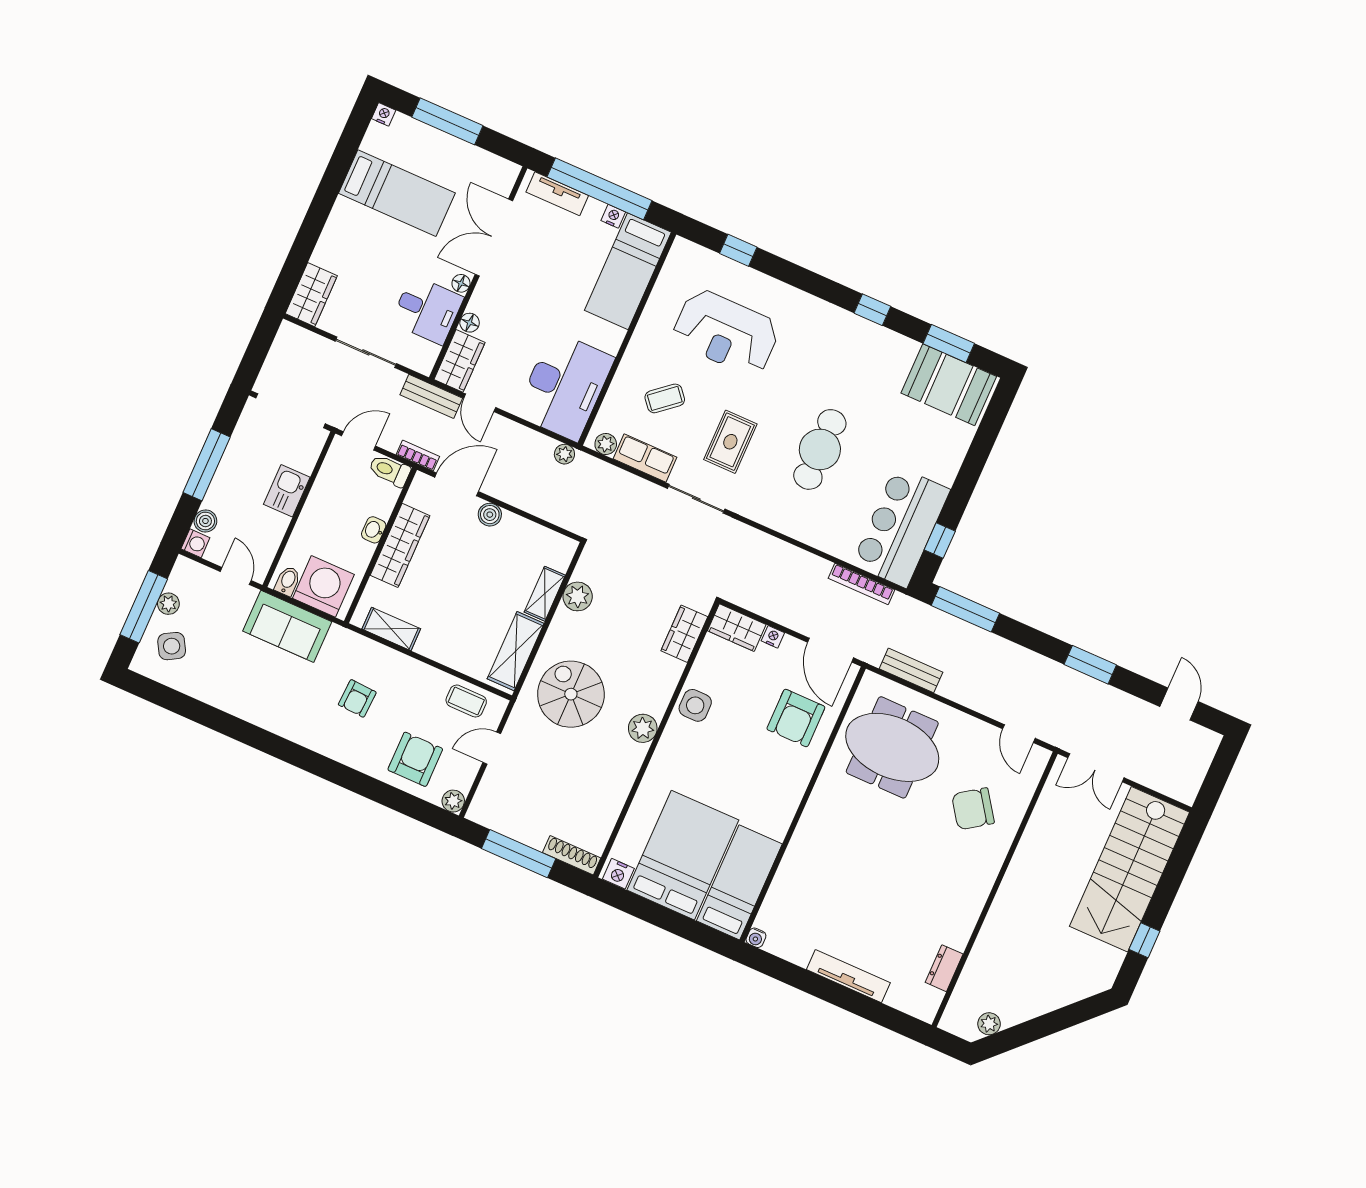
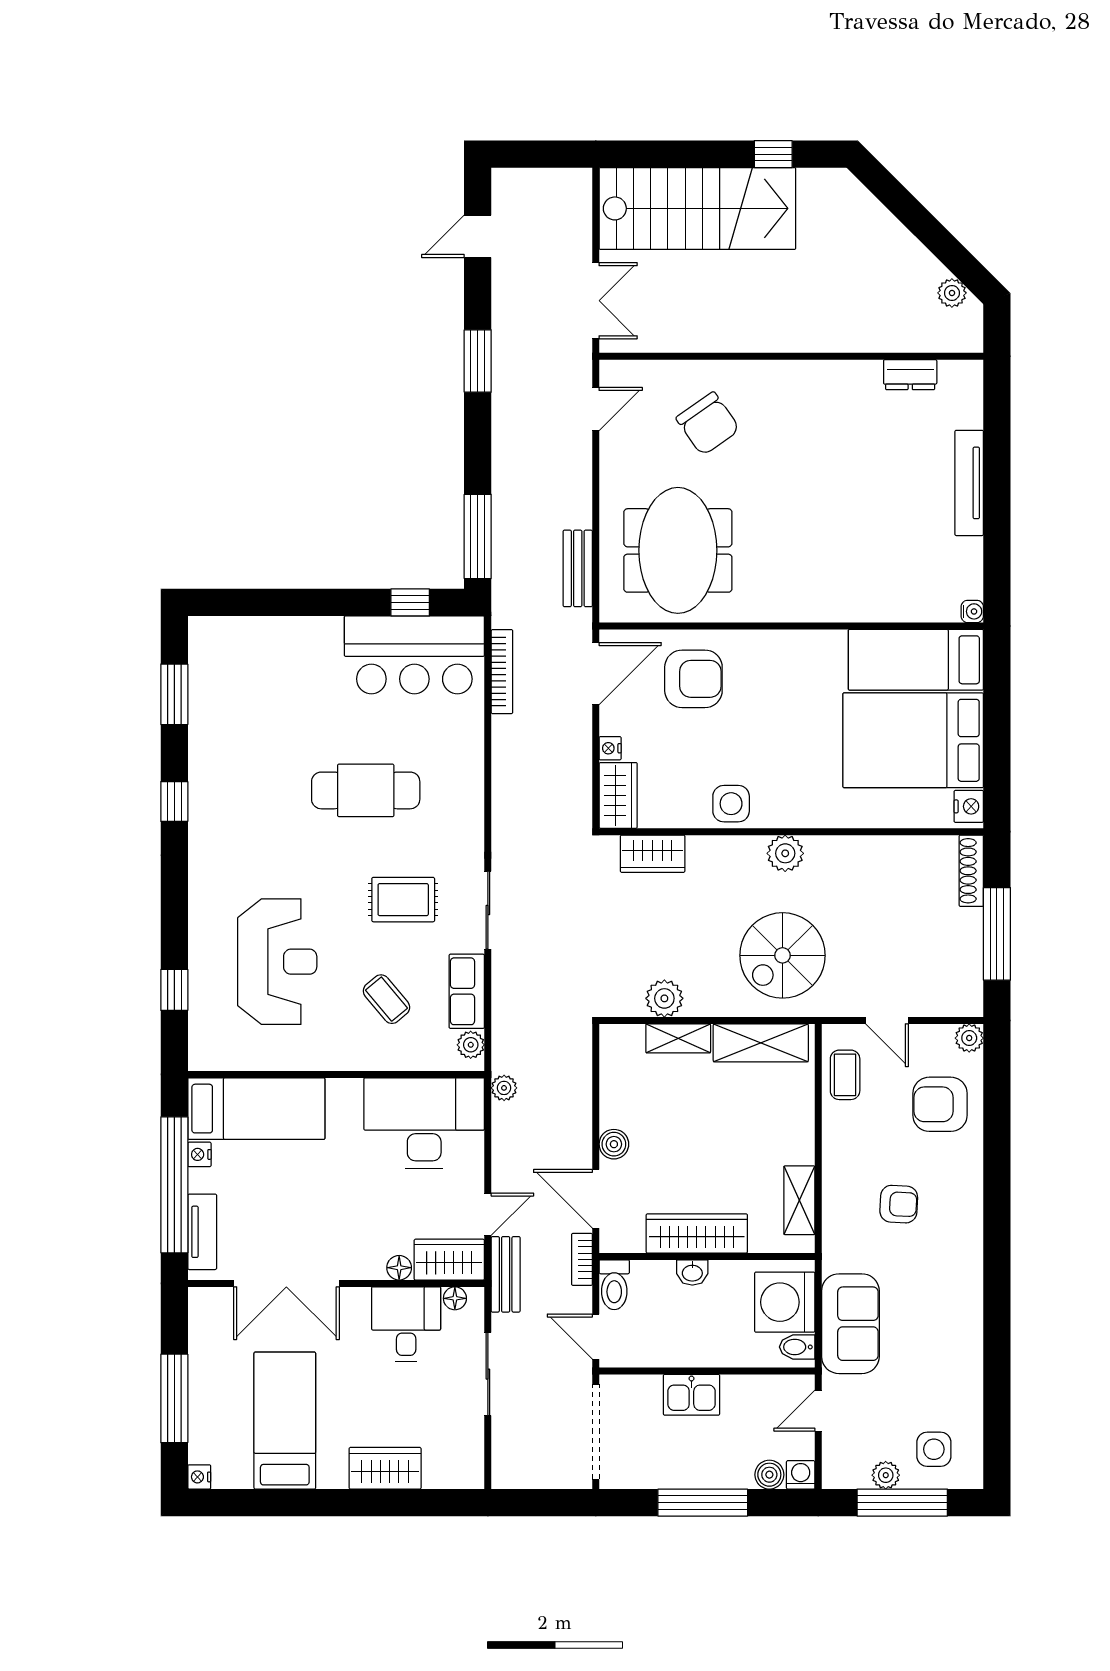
floor lamp: (461, 283) -> (455, 1298), moved
wardrobe: (311, 295) -> (385, 1468), moved
booth: (949, 385) -> (223, 673), removed
side table: (172, 646) -> (934, 1449), turned 30

